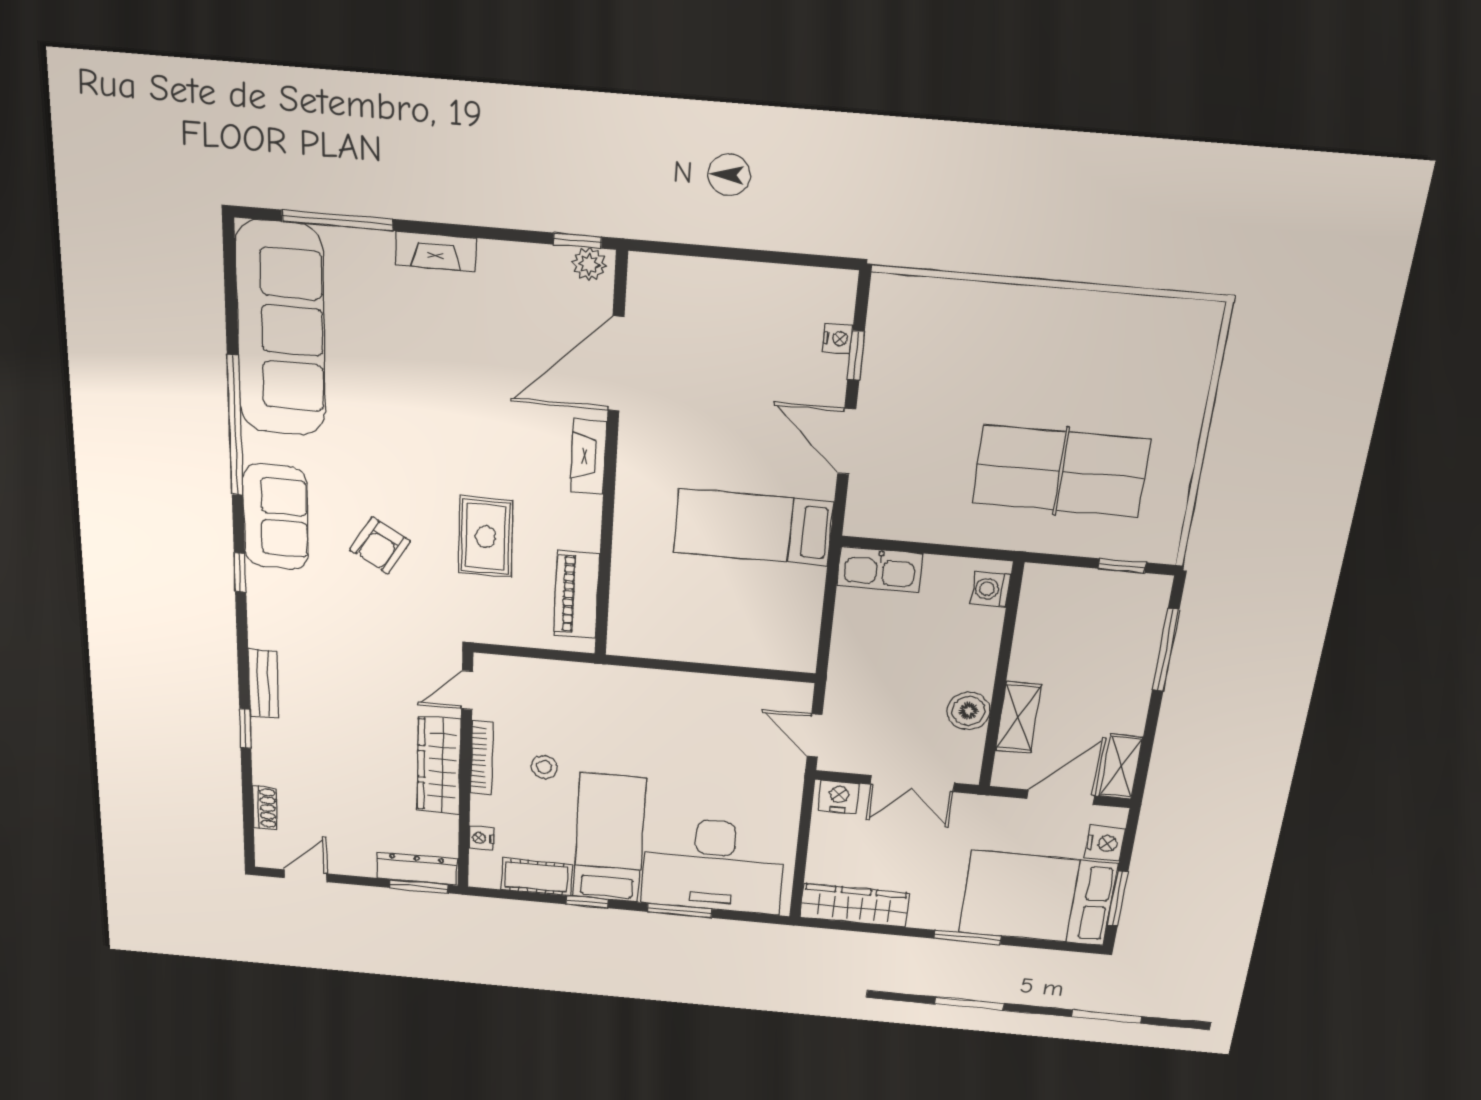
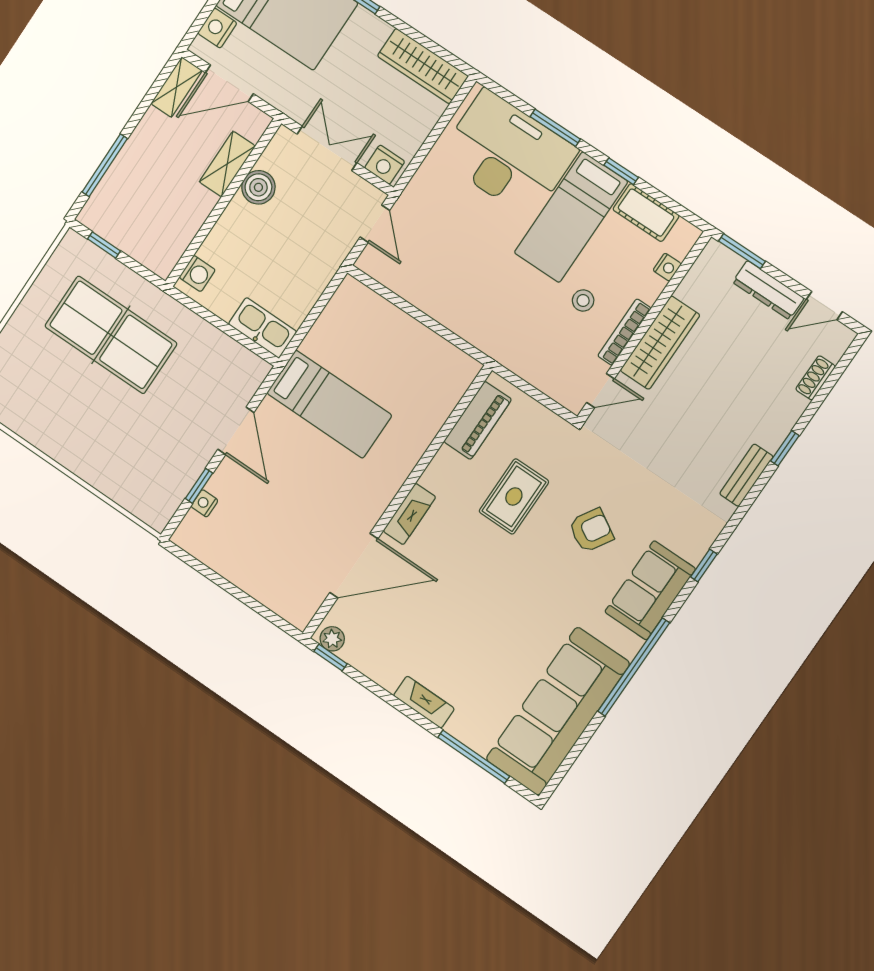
dresser: (417, 869) -> (768, 290), moved

